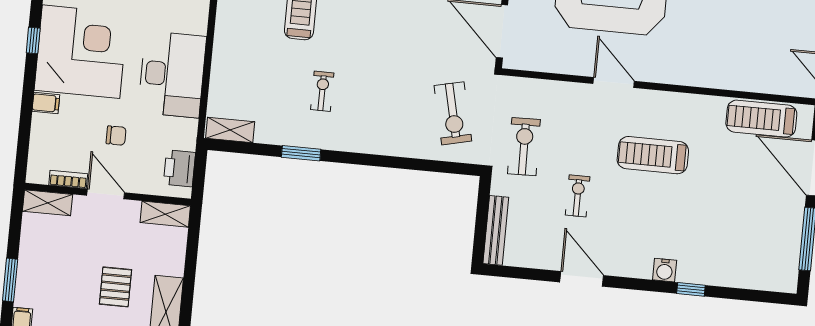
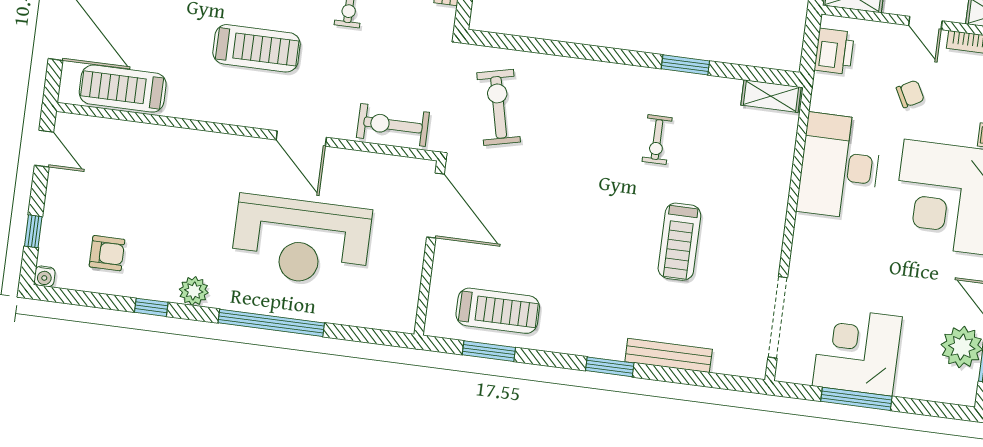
treadmill: (761, 119) -> (123, 89), turned 180
chair: (116, 136) -> (910, 94), turned 152
exercise bike: (524, 147) -> (393, 125), moved, turned 91
door: (106, 194) -> (925, 23), width x0.73

